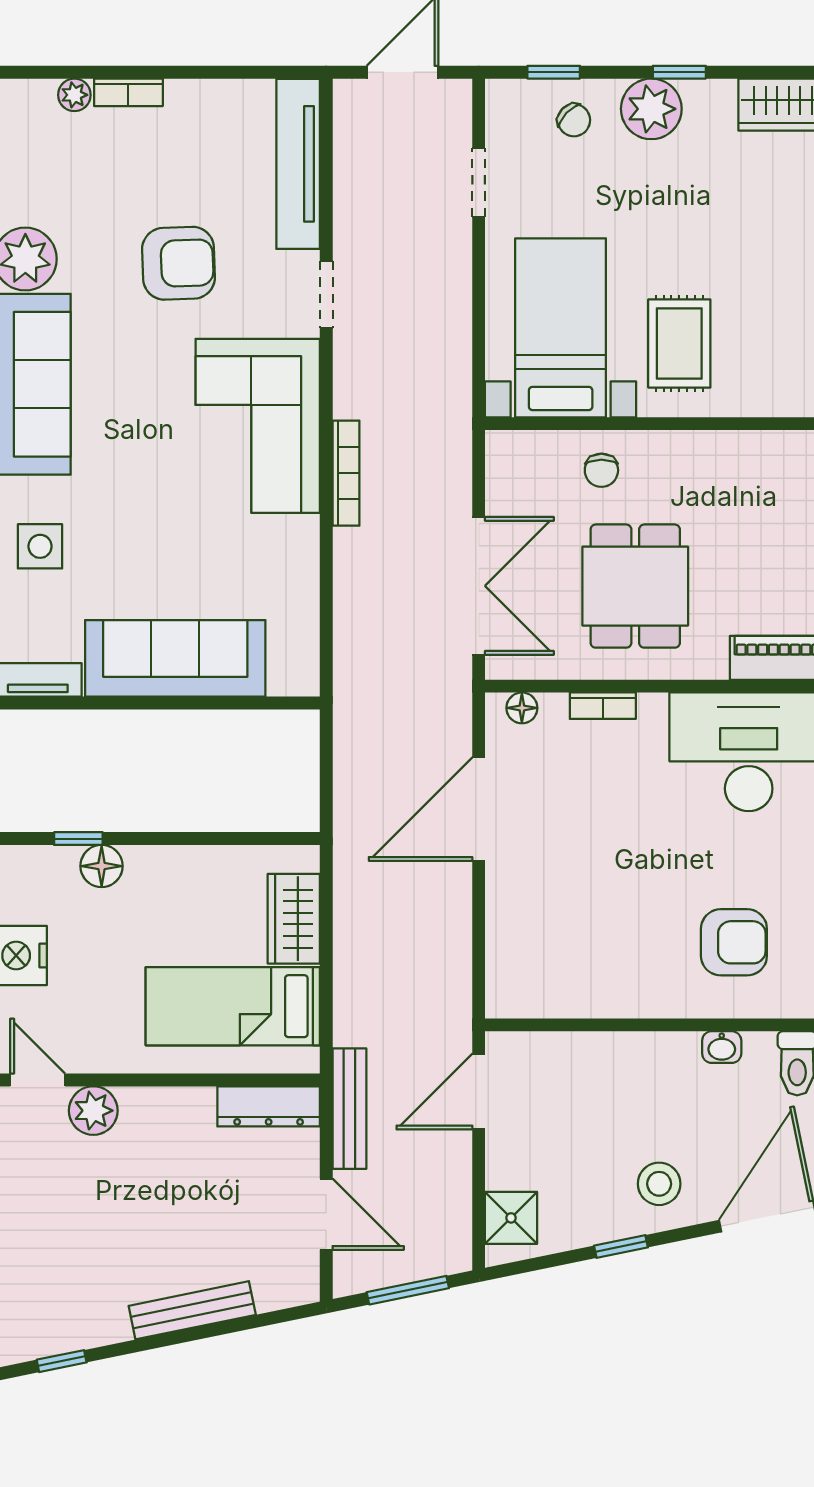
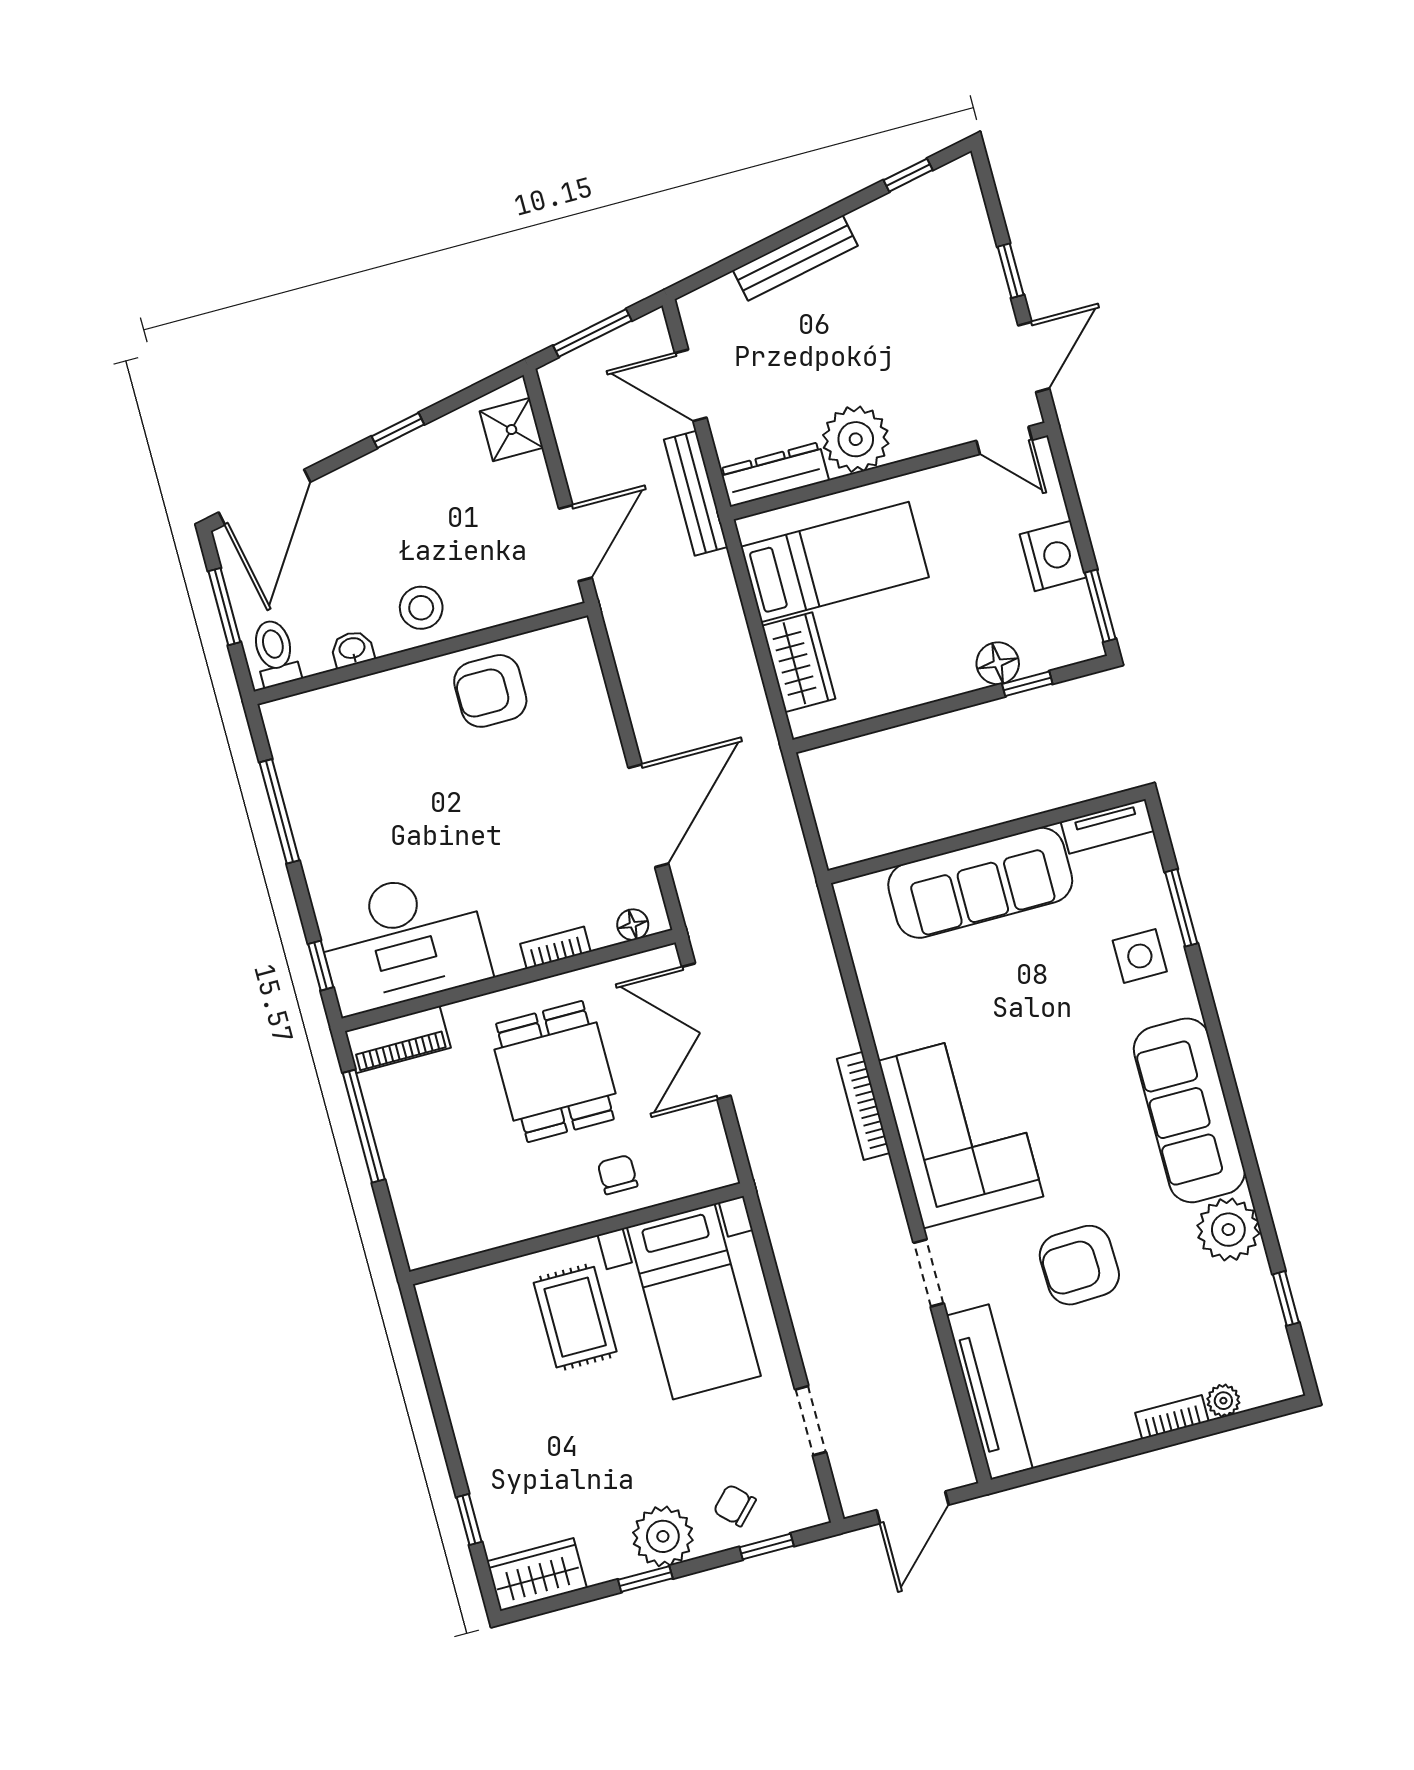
armchair: (734, 942) -> (490, 691), moved
plant: (93, 1111) -> (856, 439), moved, width x1.36, depth x1.36
stool: (659, 1184) -> (421, 608), moved

